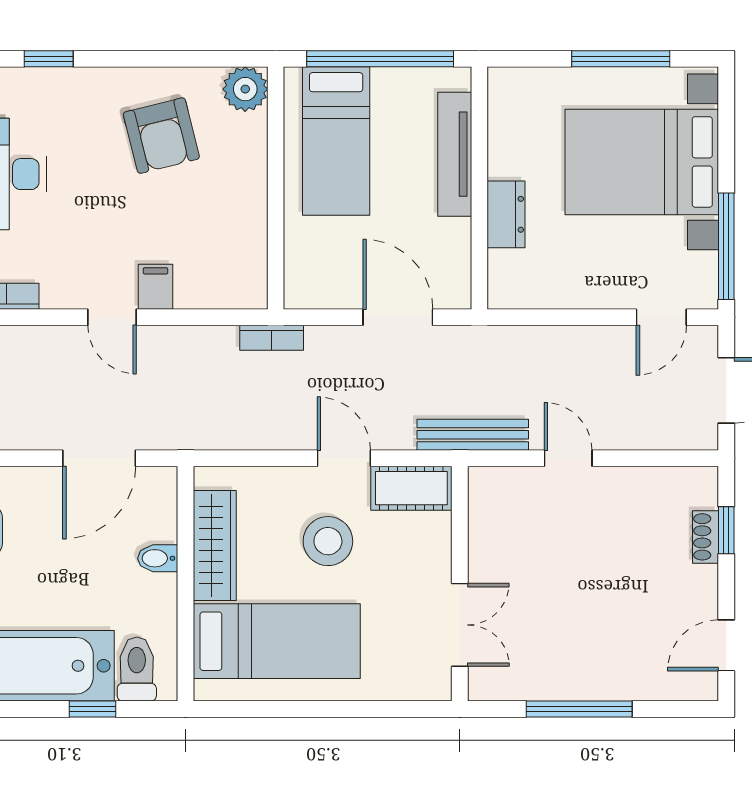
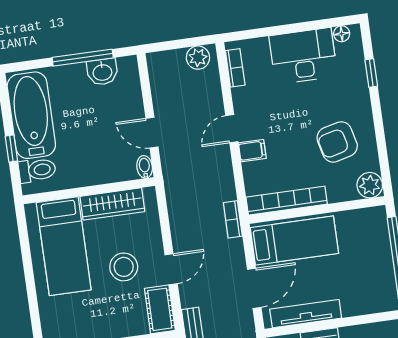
bed: (336, 141) -> (294, 240), moved, turned 180
tv unit: (455, 154) -> (306, 314), moved
bookcase: (252, 239) -> (287, 201), added
door: (99, 458) -> (152, 133), width x0.73
bidet: (158, 558) -> (145, 167), moved

